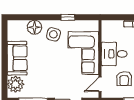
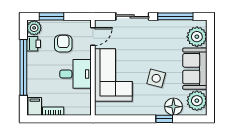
window: (68, 17) -> (164, 119), moved
plant: (15, 32) -> (197, 101), added
side table: (53, 34) -> (156, 78), moved

